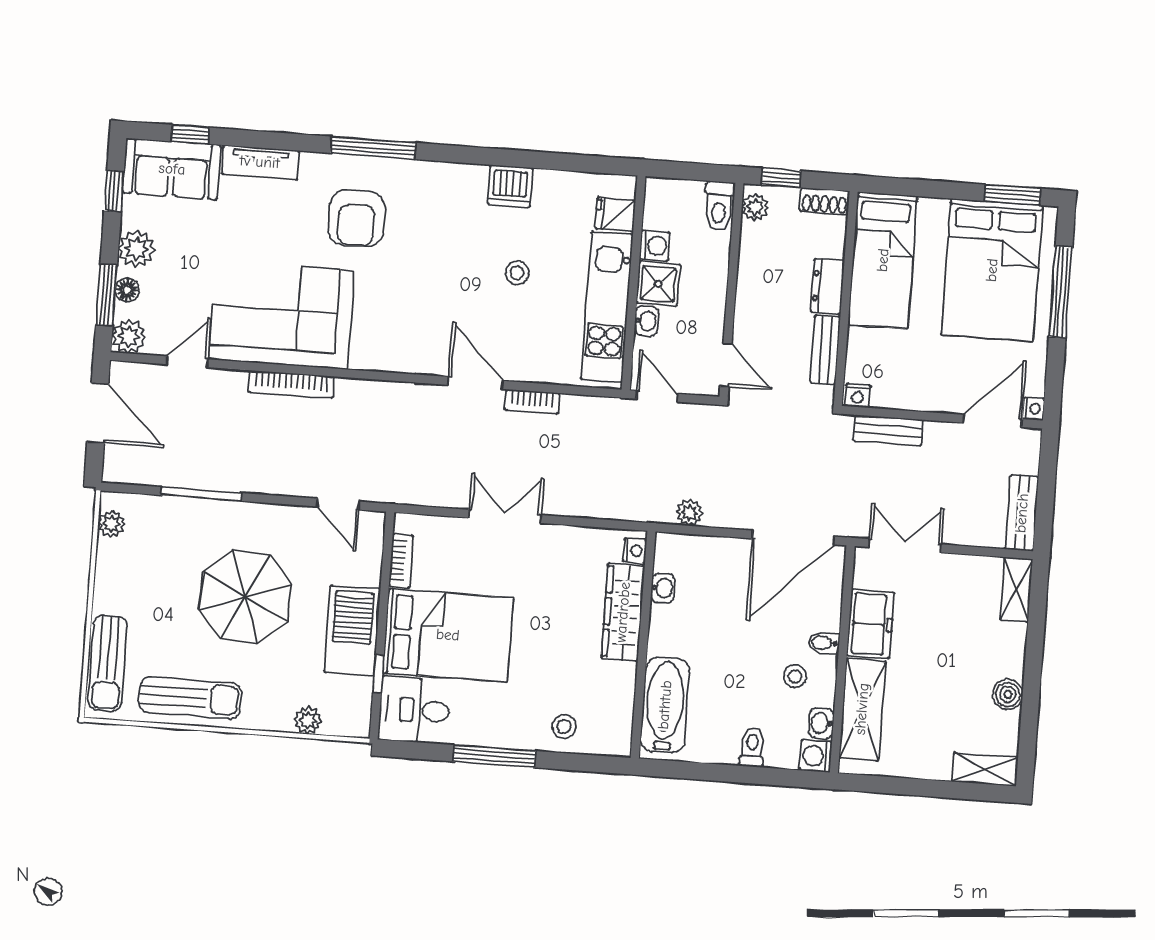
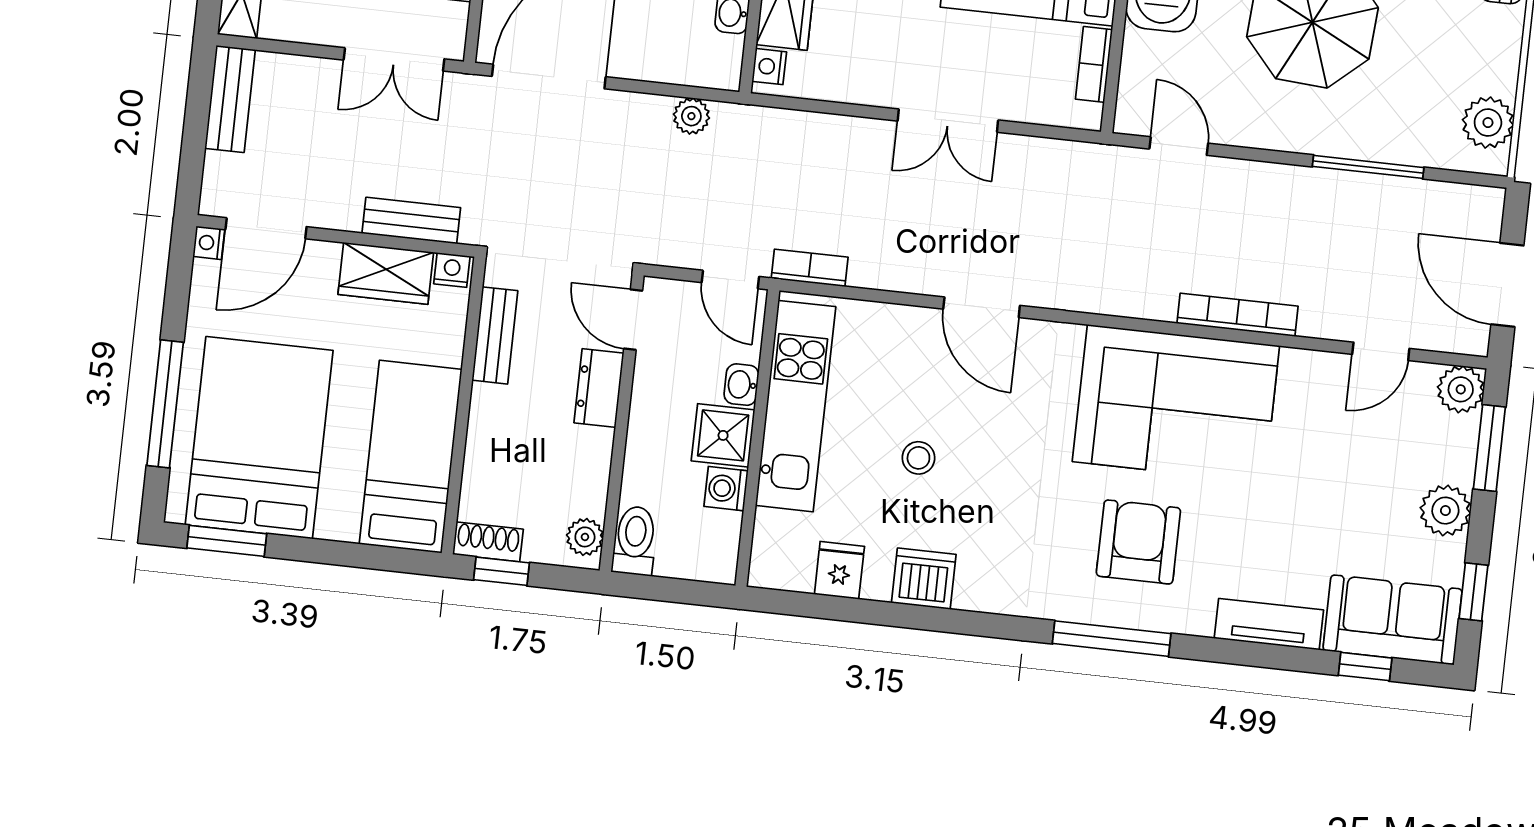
window: (781, 178) -> (502, 571), moved
fridge: (615, 214) -> (839, 570), moved, turned -90
dresser: (828, 286) -> (599, 388), moved, turned 180
floor lamp: (127, 290) -> (1461, 454), removed
corner sofa: (281, 315) -> (1176, 404), moved
wardrobe: (905, 392) -> (386, 273), added
bookcase: (532, 402) -> (810, 268), moved
plant: (111, 524) -> (1488, 123), width x1.38, depth x1.38

